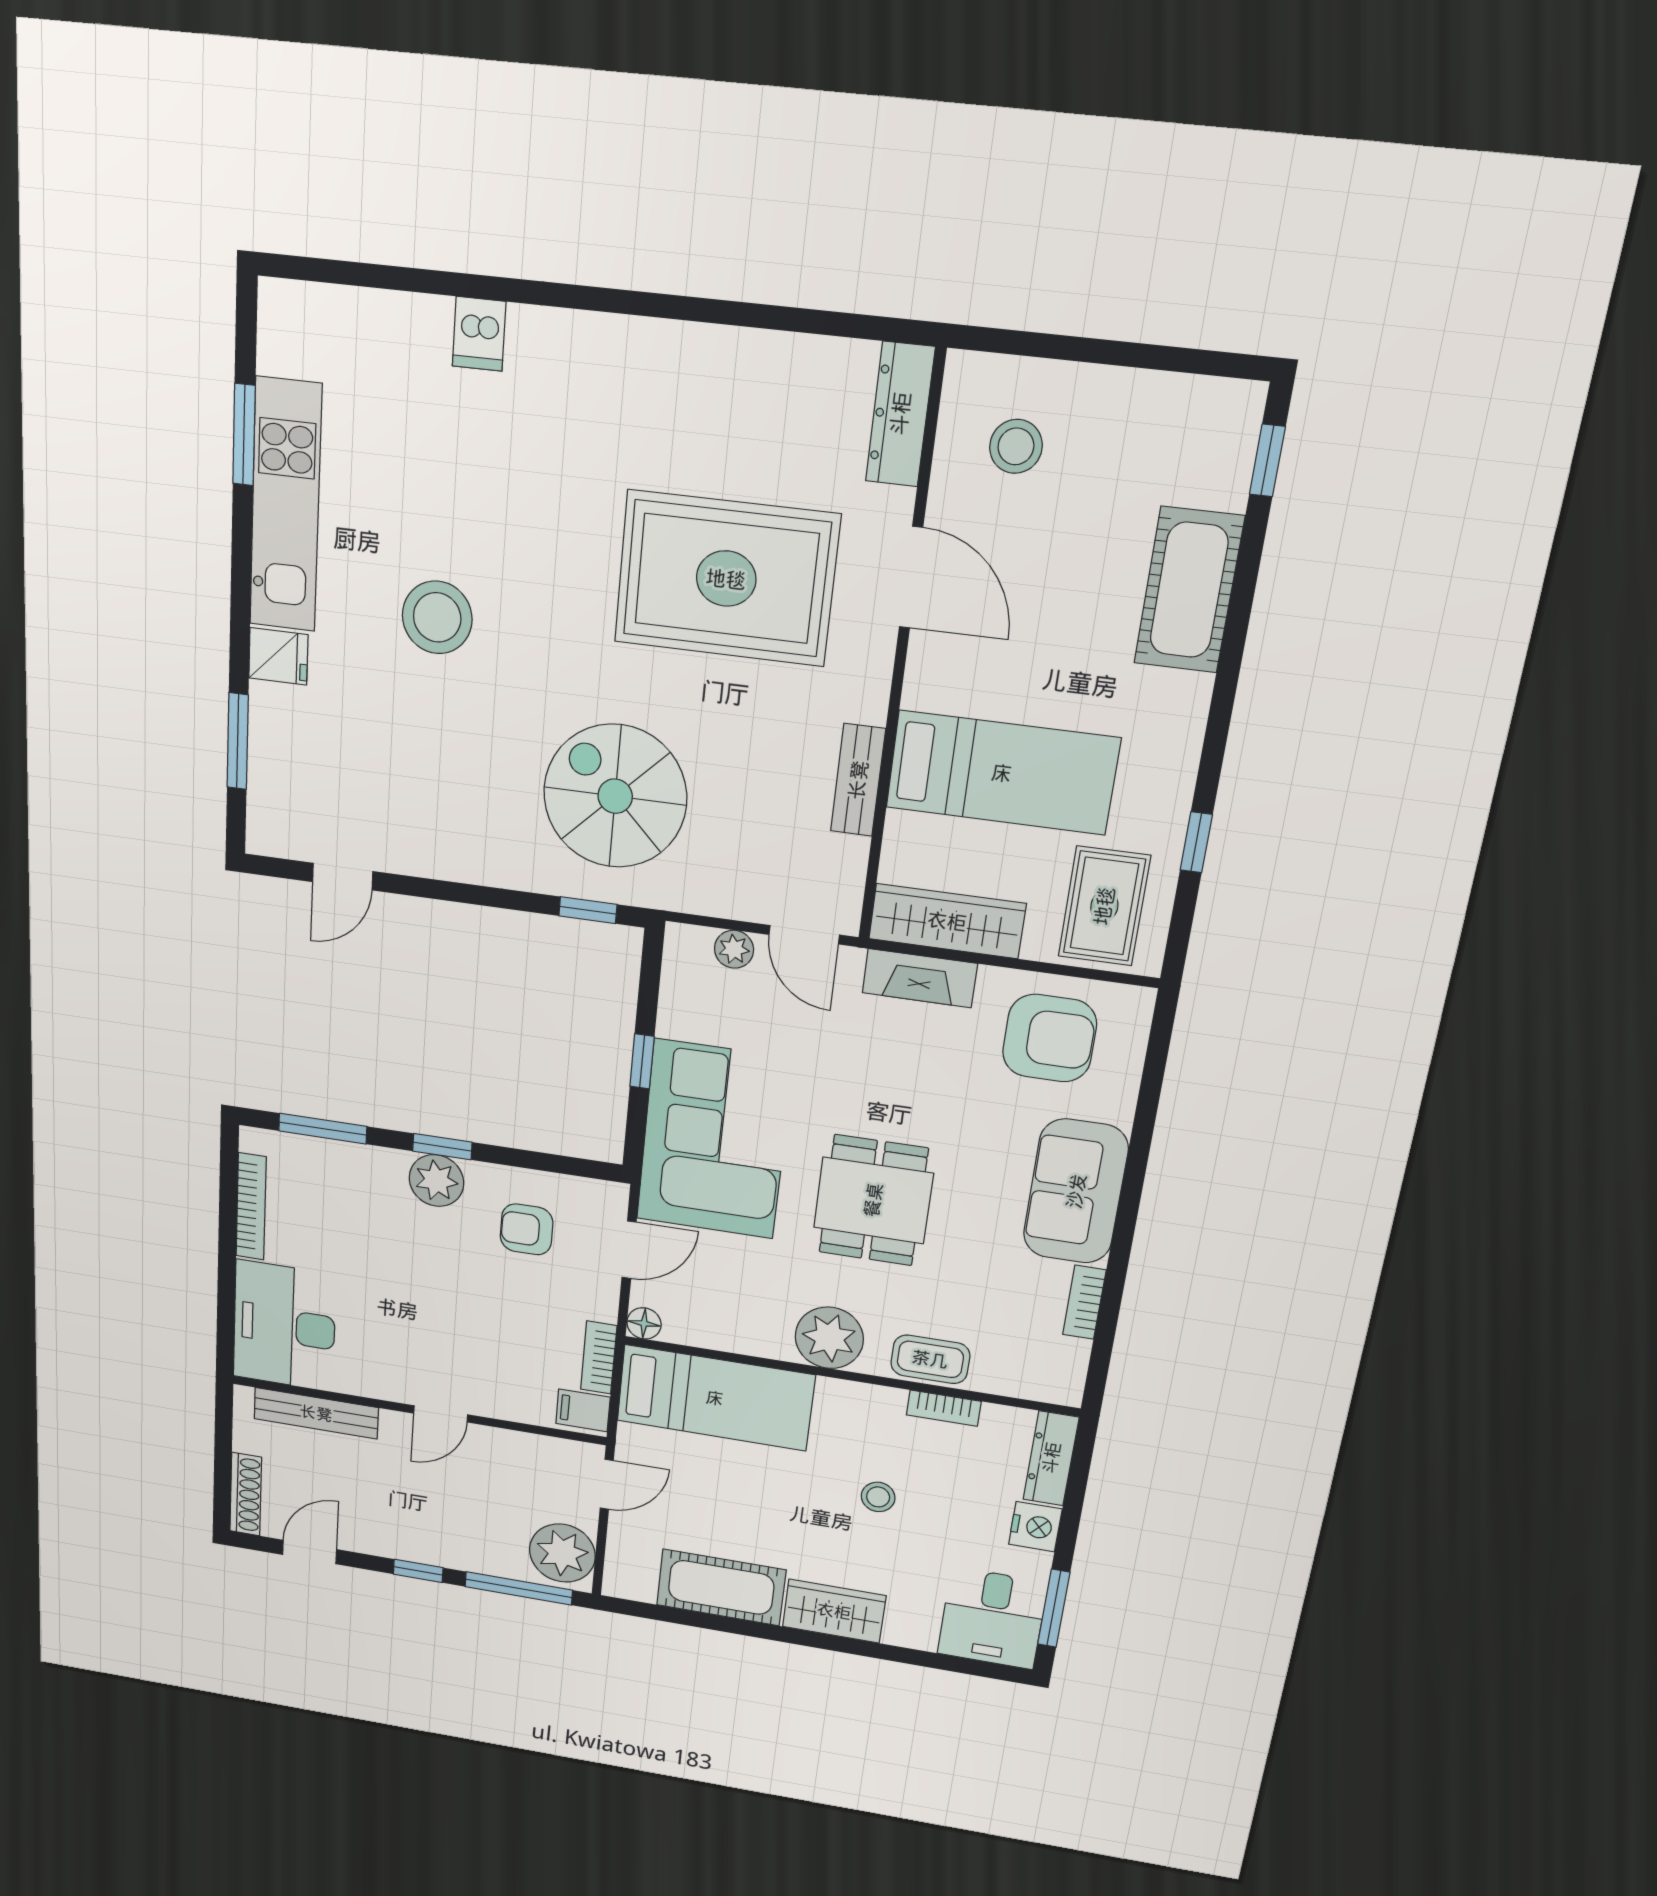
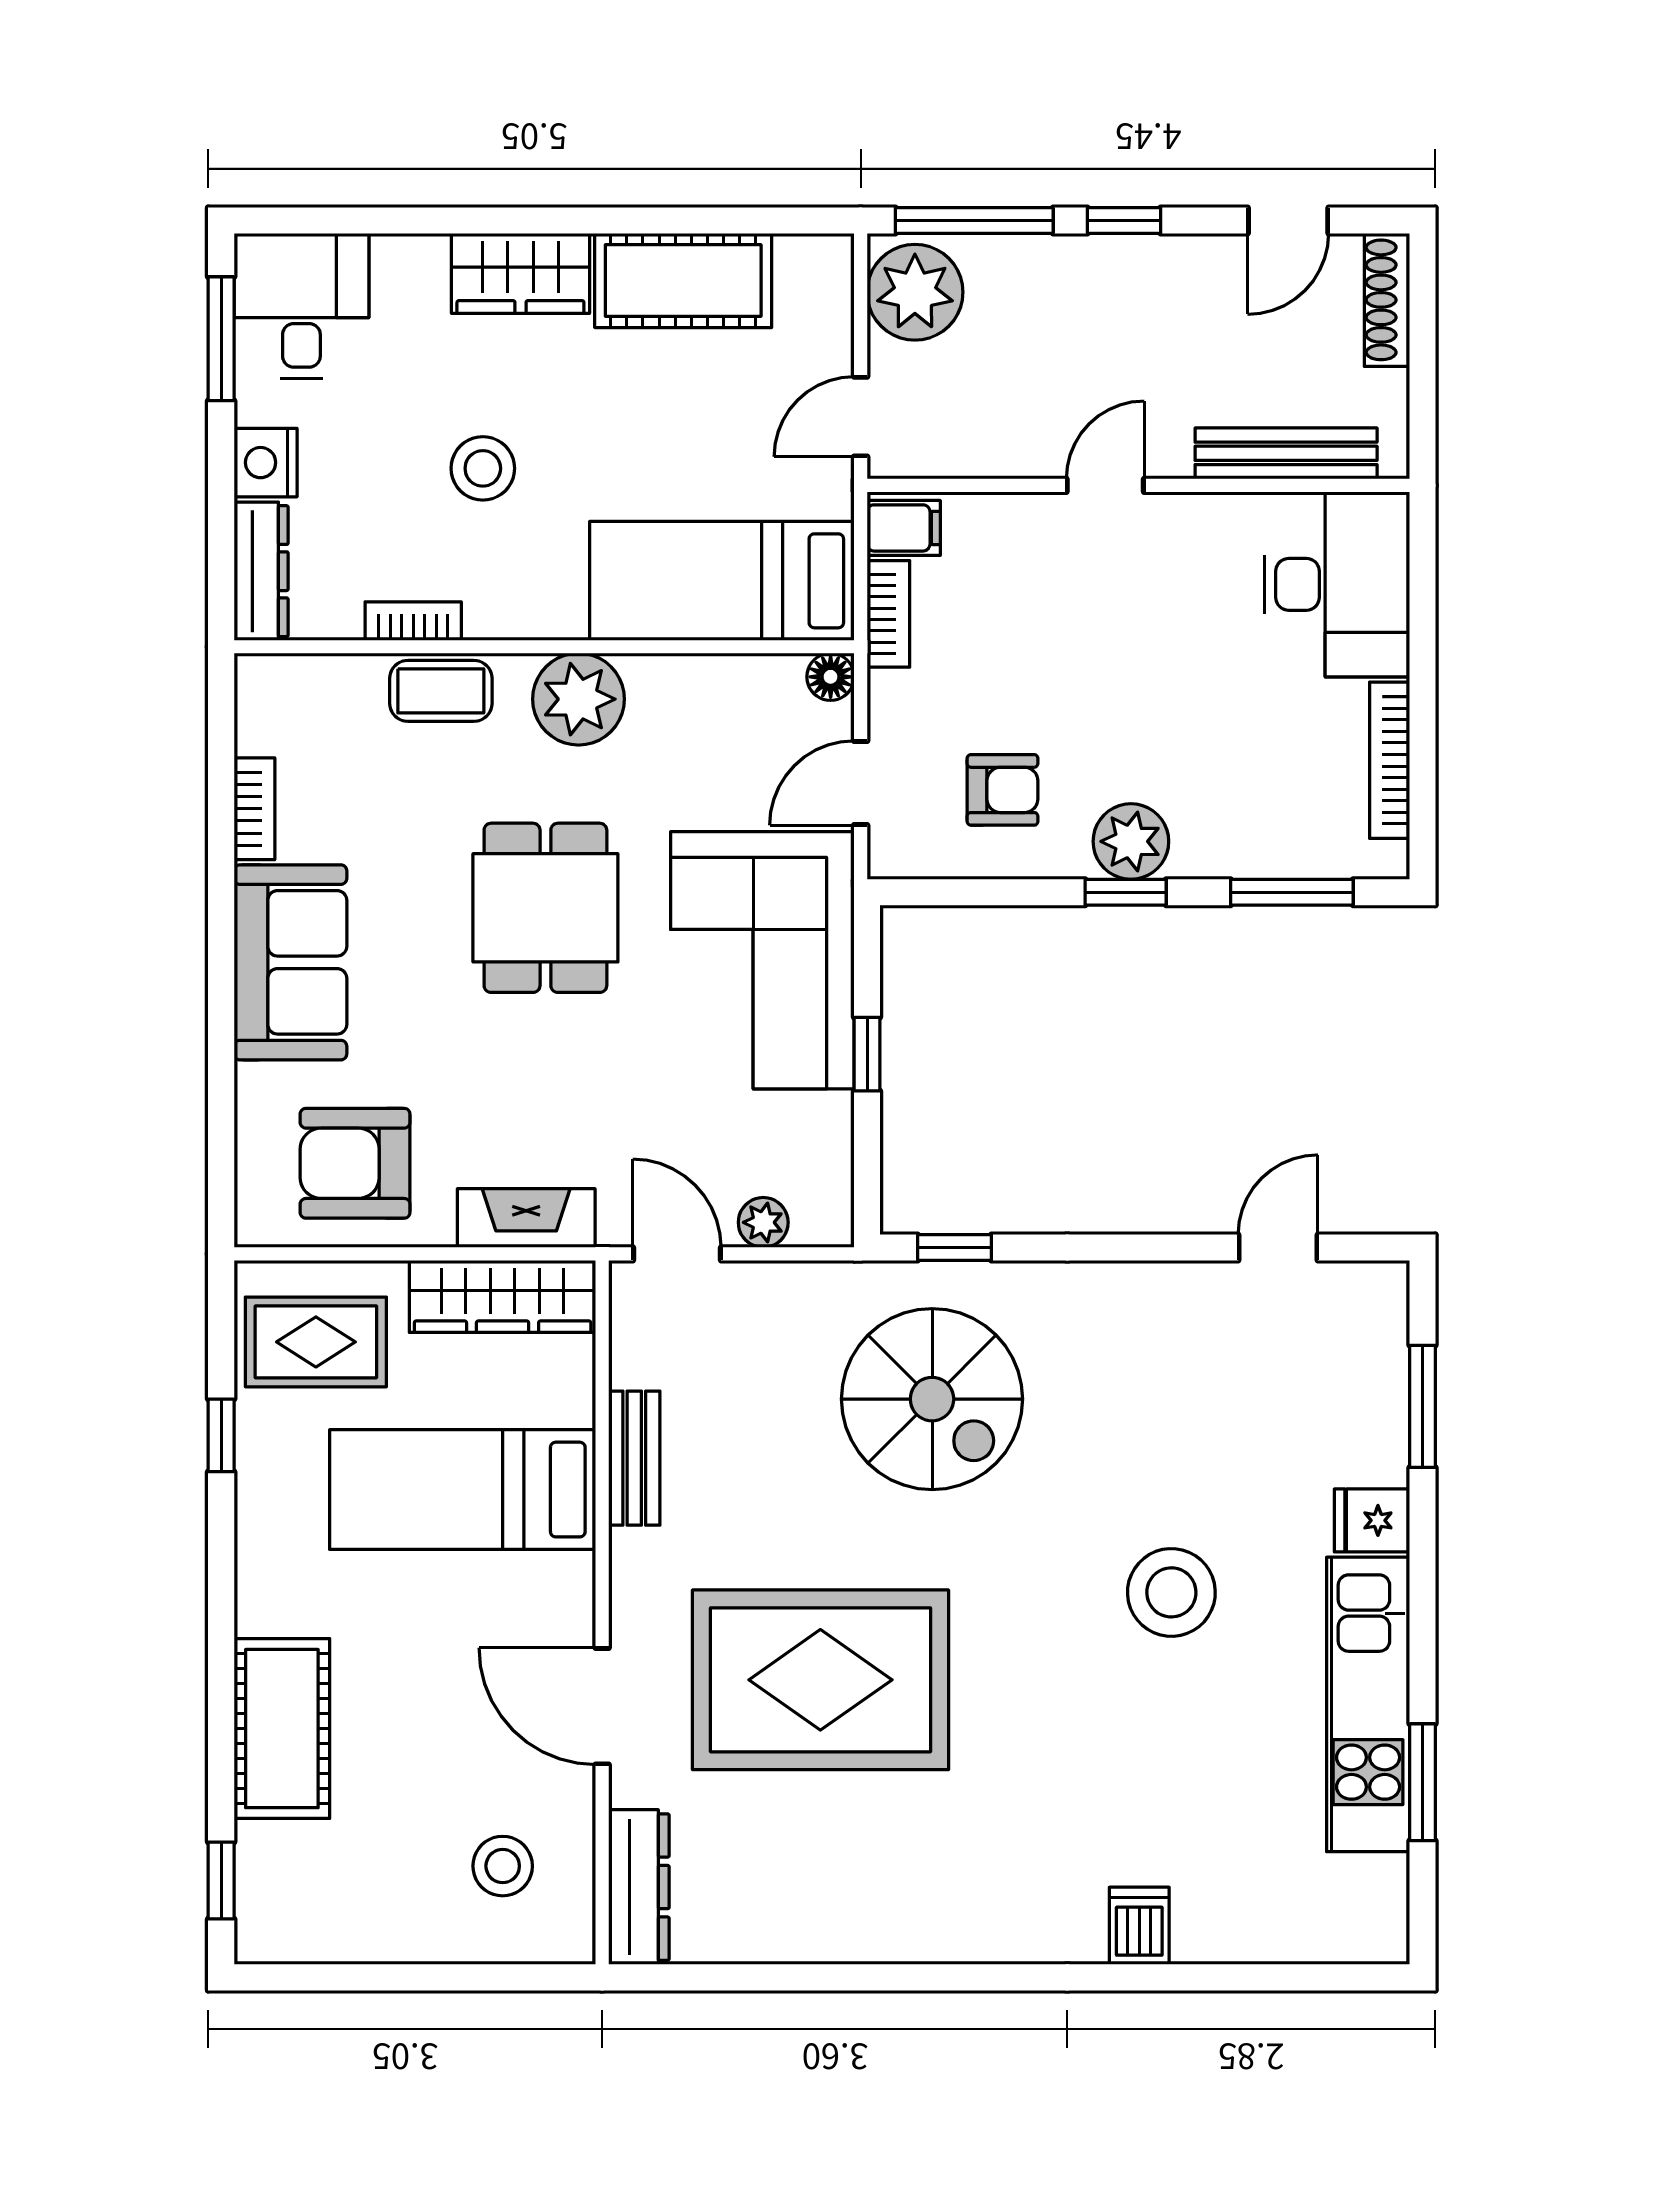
rug: (1104, 906) -> (316, 1342), turned 90
stool: (878, 1497) -> (483, 468), width x1.37, depth x1.37

